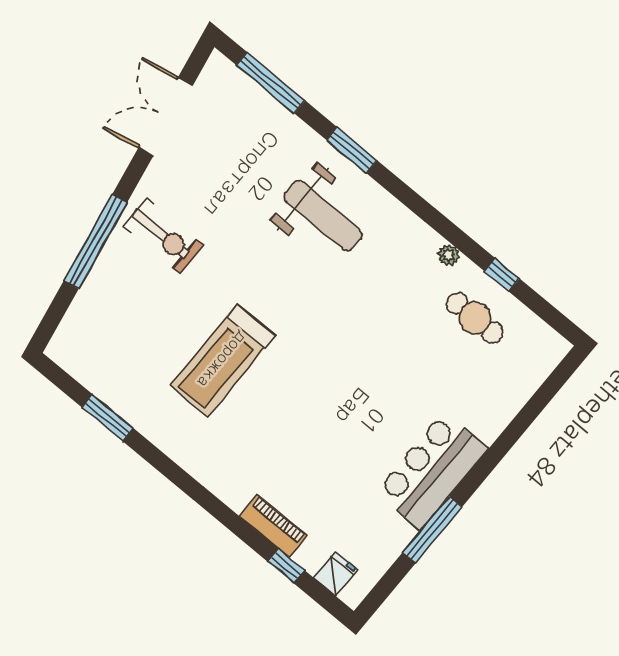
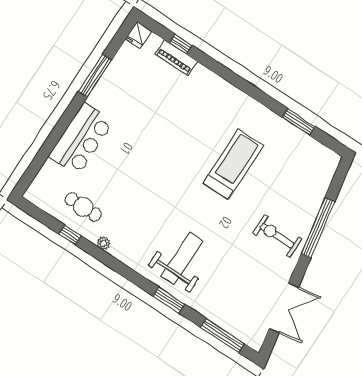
weight bench: (323, 216) -> (182, 259), turned 90
bar counter: (432, 471) -> (81, 139), moved
piano: (273, 526) -> (176, 58), moved
fridge: (336, 574) -> (138, 35), moved

